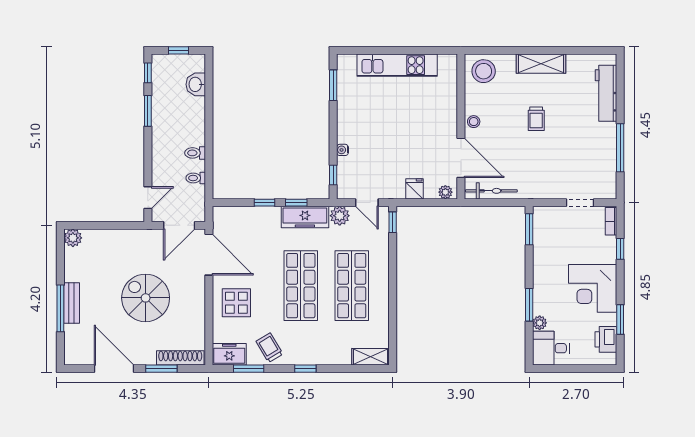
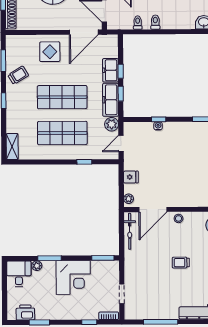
window: (333, 175) -> (159, 119), moved
window: (393, 222) -> (84, 162), moved
corner desk: (593, 288) -> (73, 278), moved, turned 180
freezer: (229, 354) -> (110, 70), moved, turned 180

